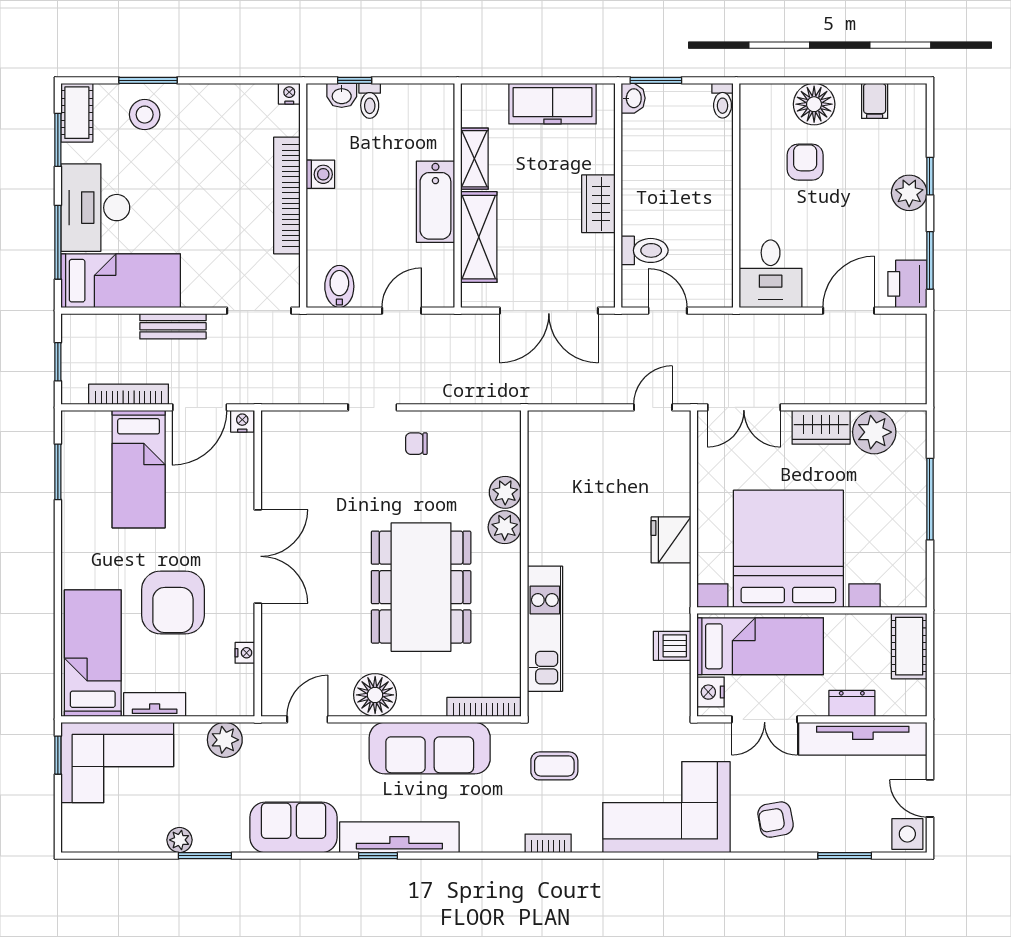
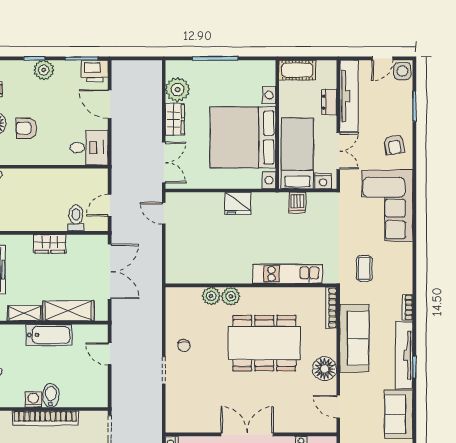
bidet: (339, 286) -> (51, 395), moved, turned 90
bookcase: (548, 843) -> (408, 307), moved

